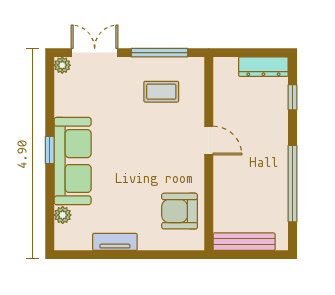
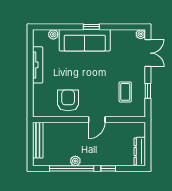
window: (159, 53) -> (148, 91), width x0.46
window: (293, 97) -> (108, 168), moved
plant: (280, 177) -> (75, 161), added
armchair: (180, 211) -> (68, 100), moved
tv unit: (115, 242) -> (38, 65), width x1.41

